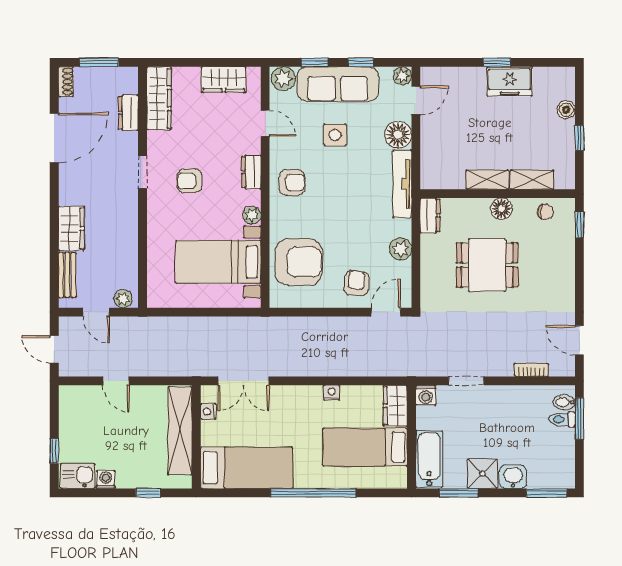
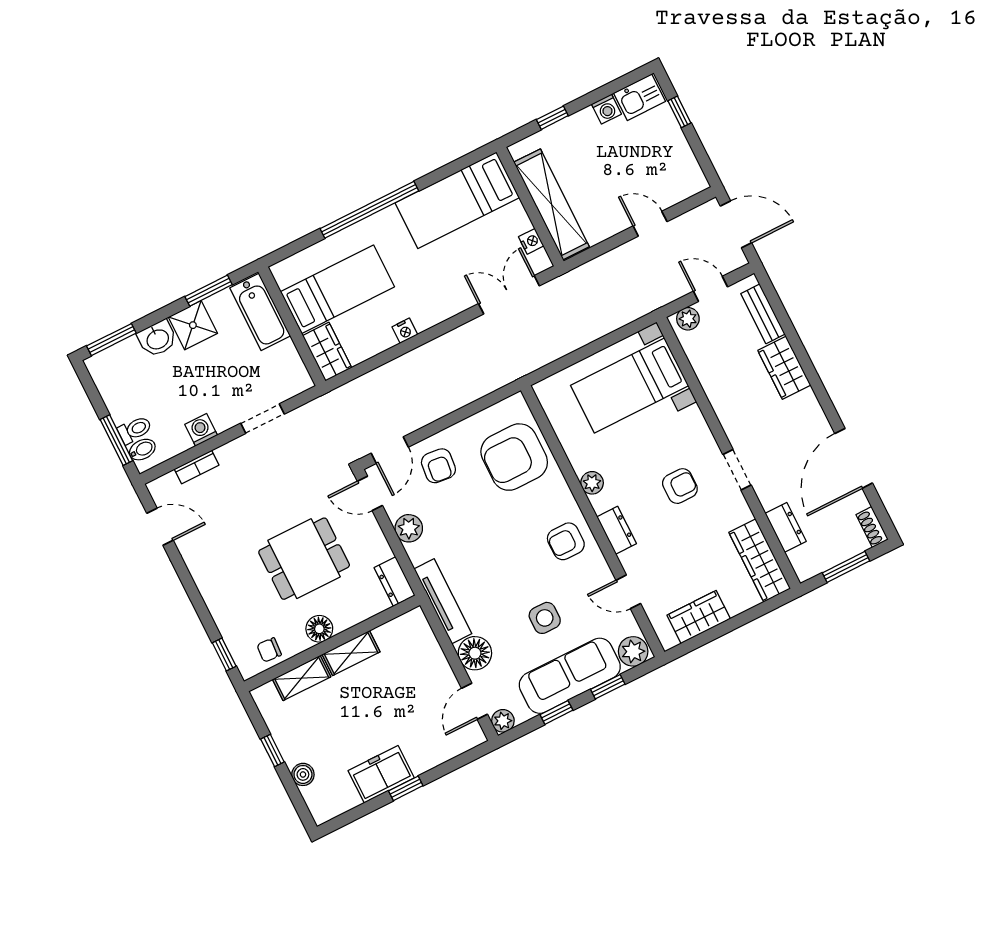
bed with nightstands: (218, 262) -> (630, 386), moved, turned 180
door: (416, 288) -> (370, 493), added
door: (54, 349) -> (736, 224), width x1.38
washing machine: (426, 395) -> (201, 430), moved

